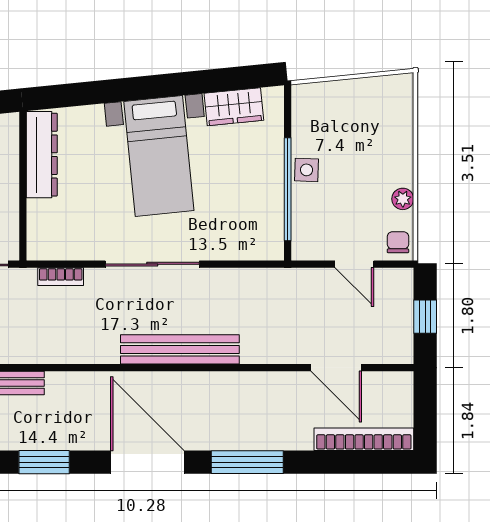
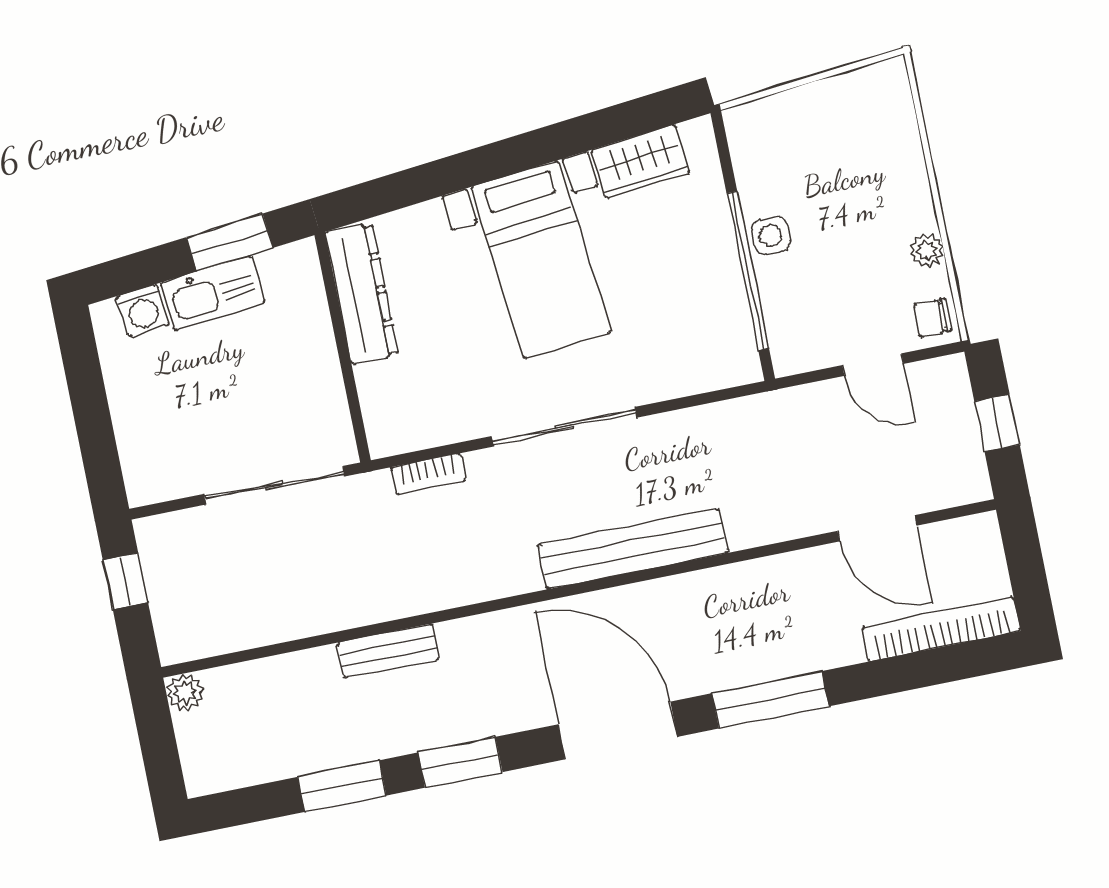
chair: (398, 242) -> (933, 318), turned -90

